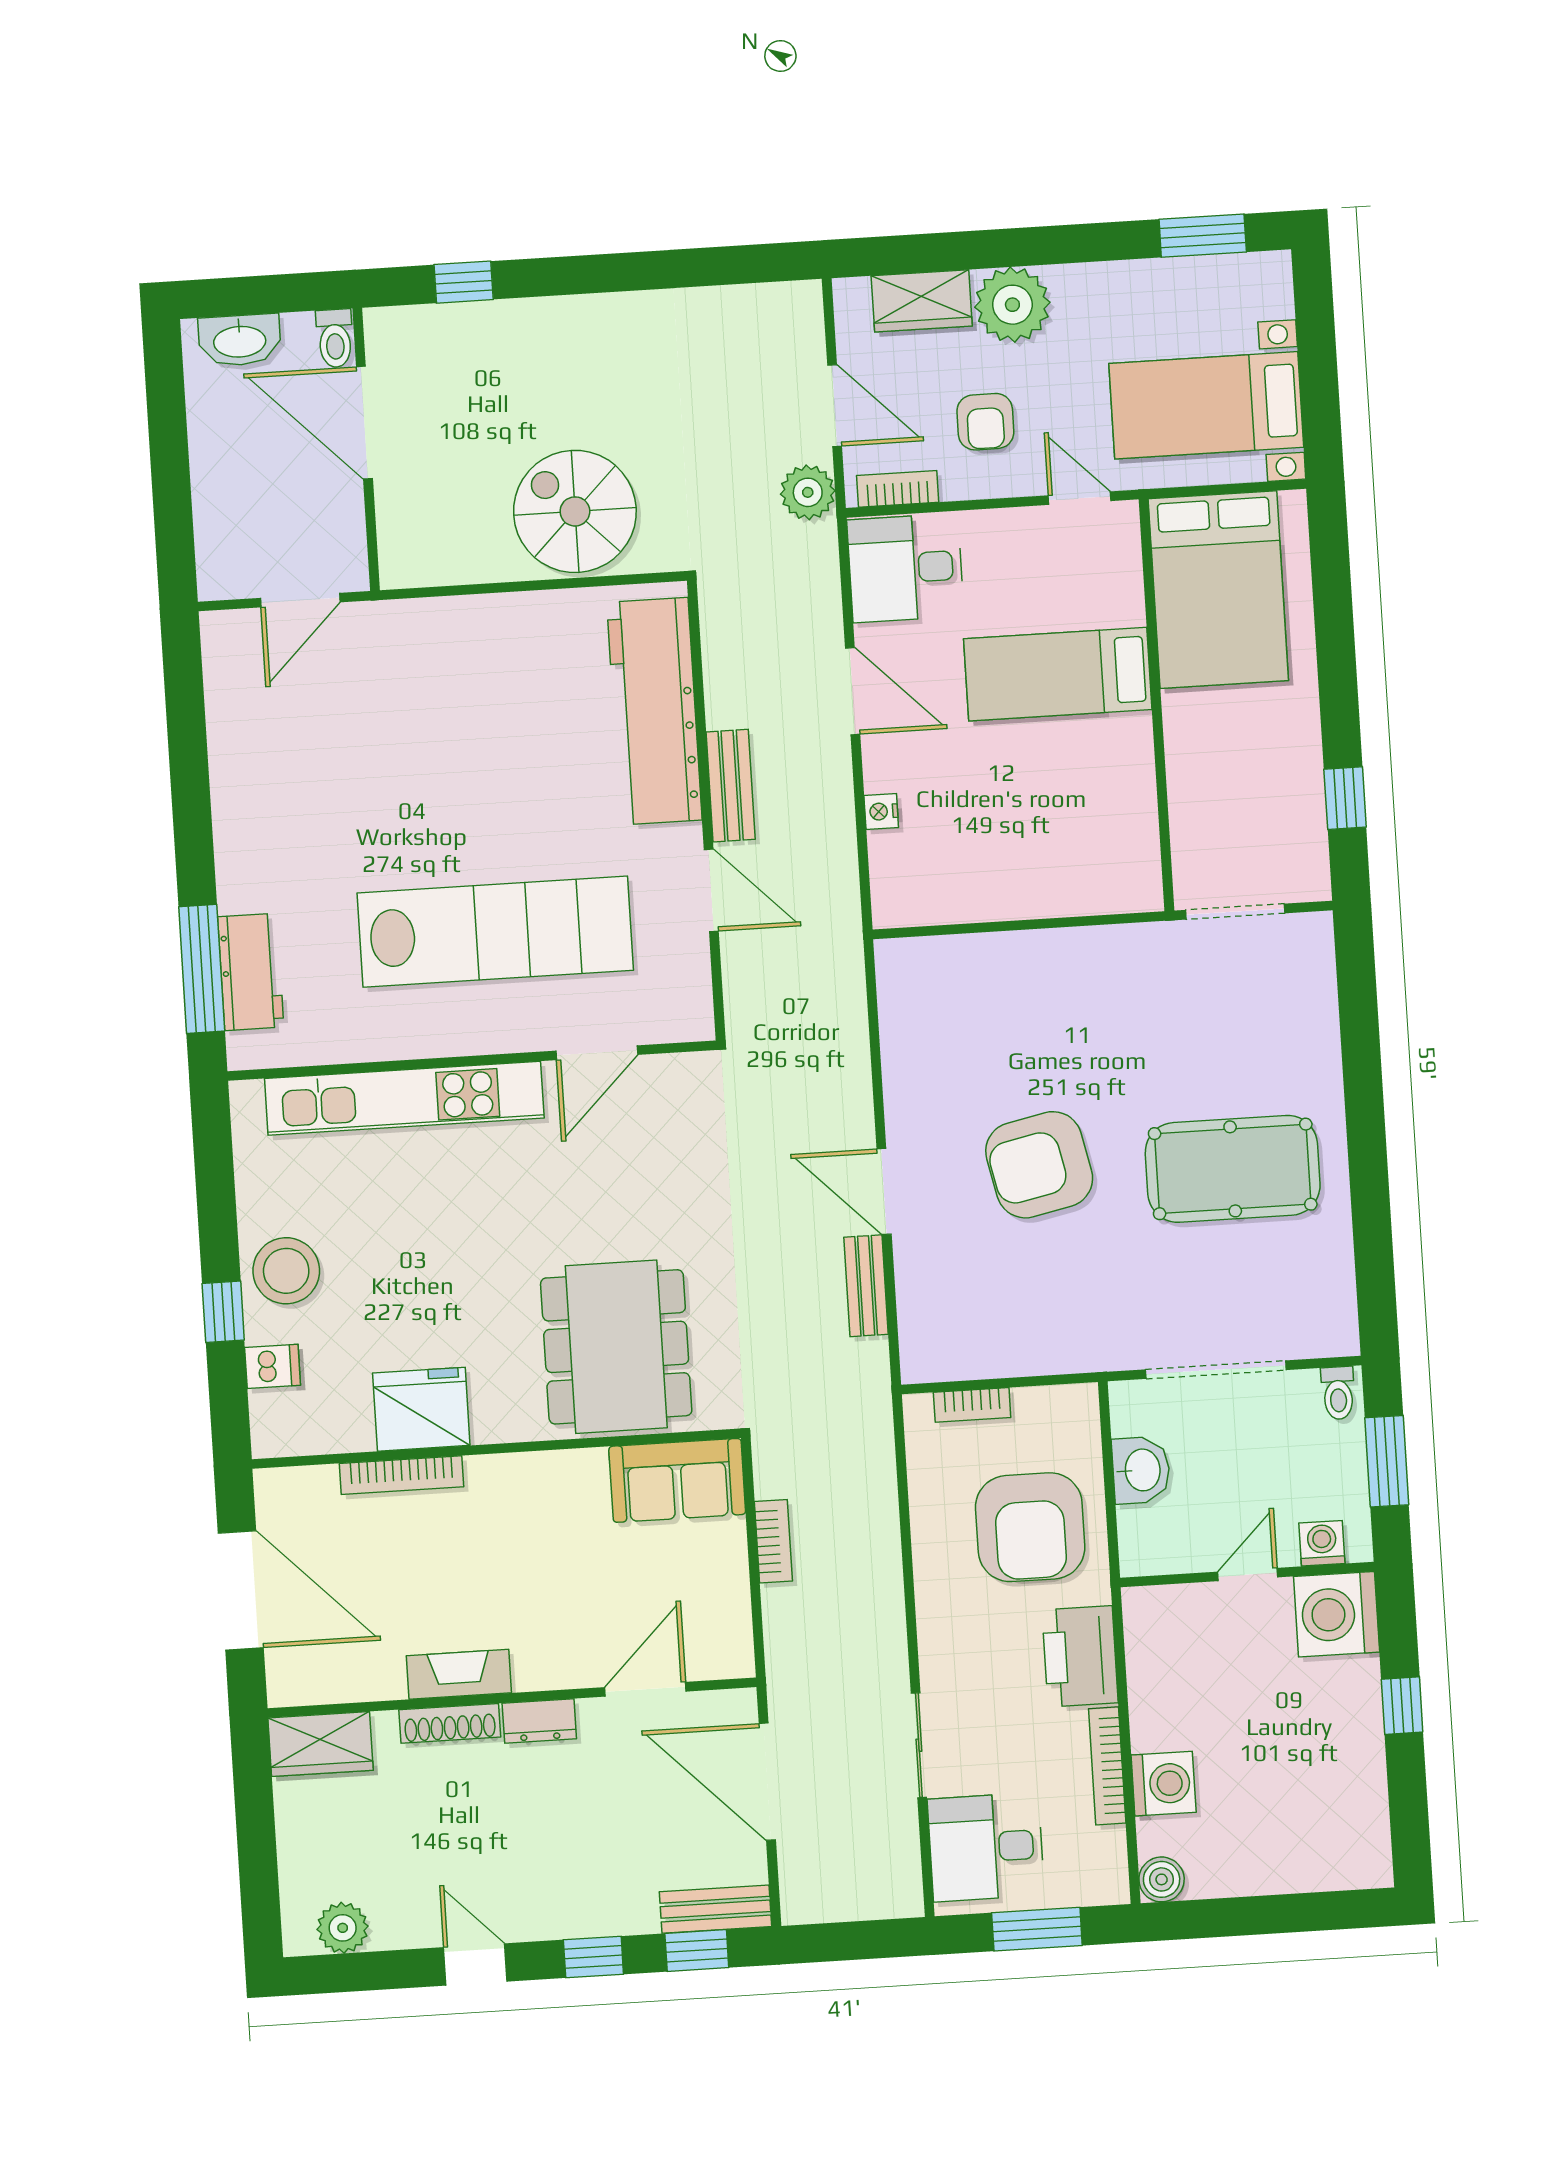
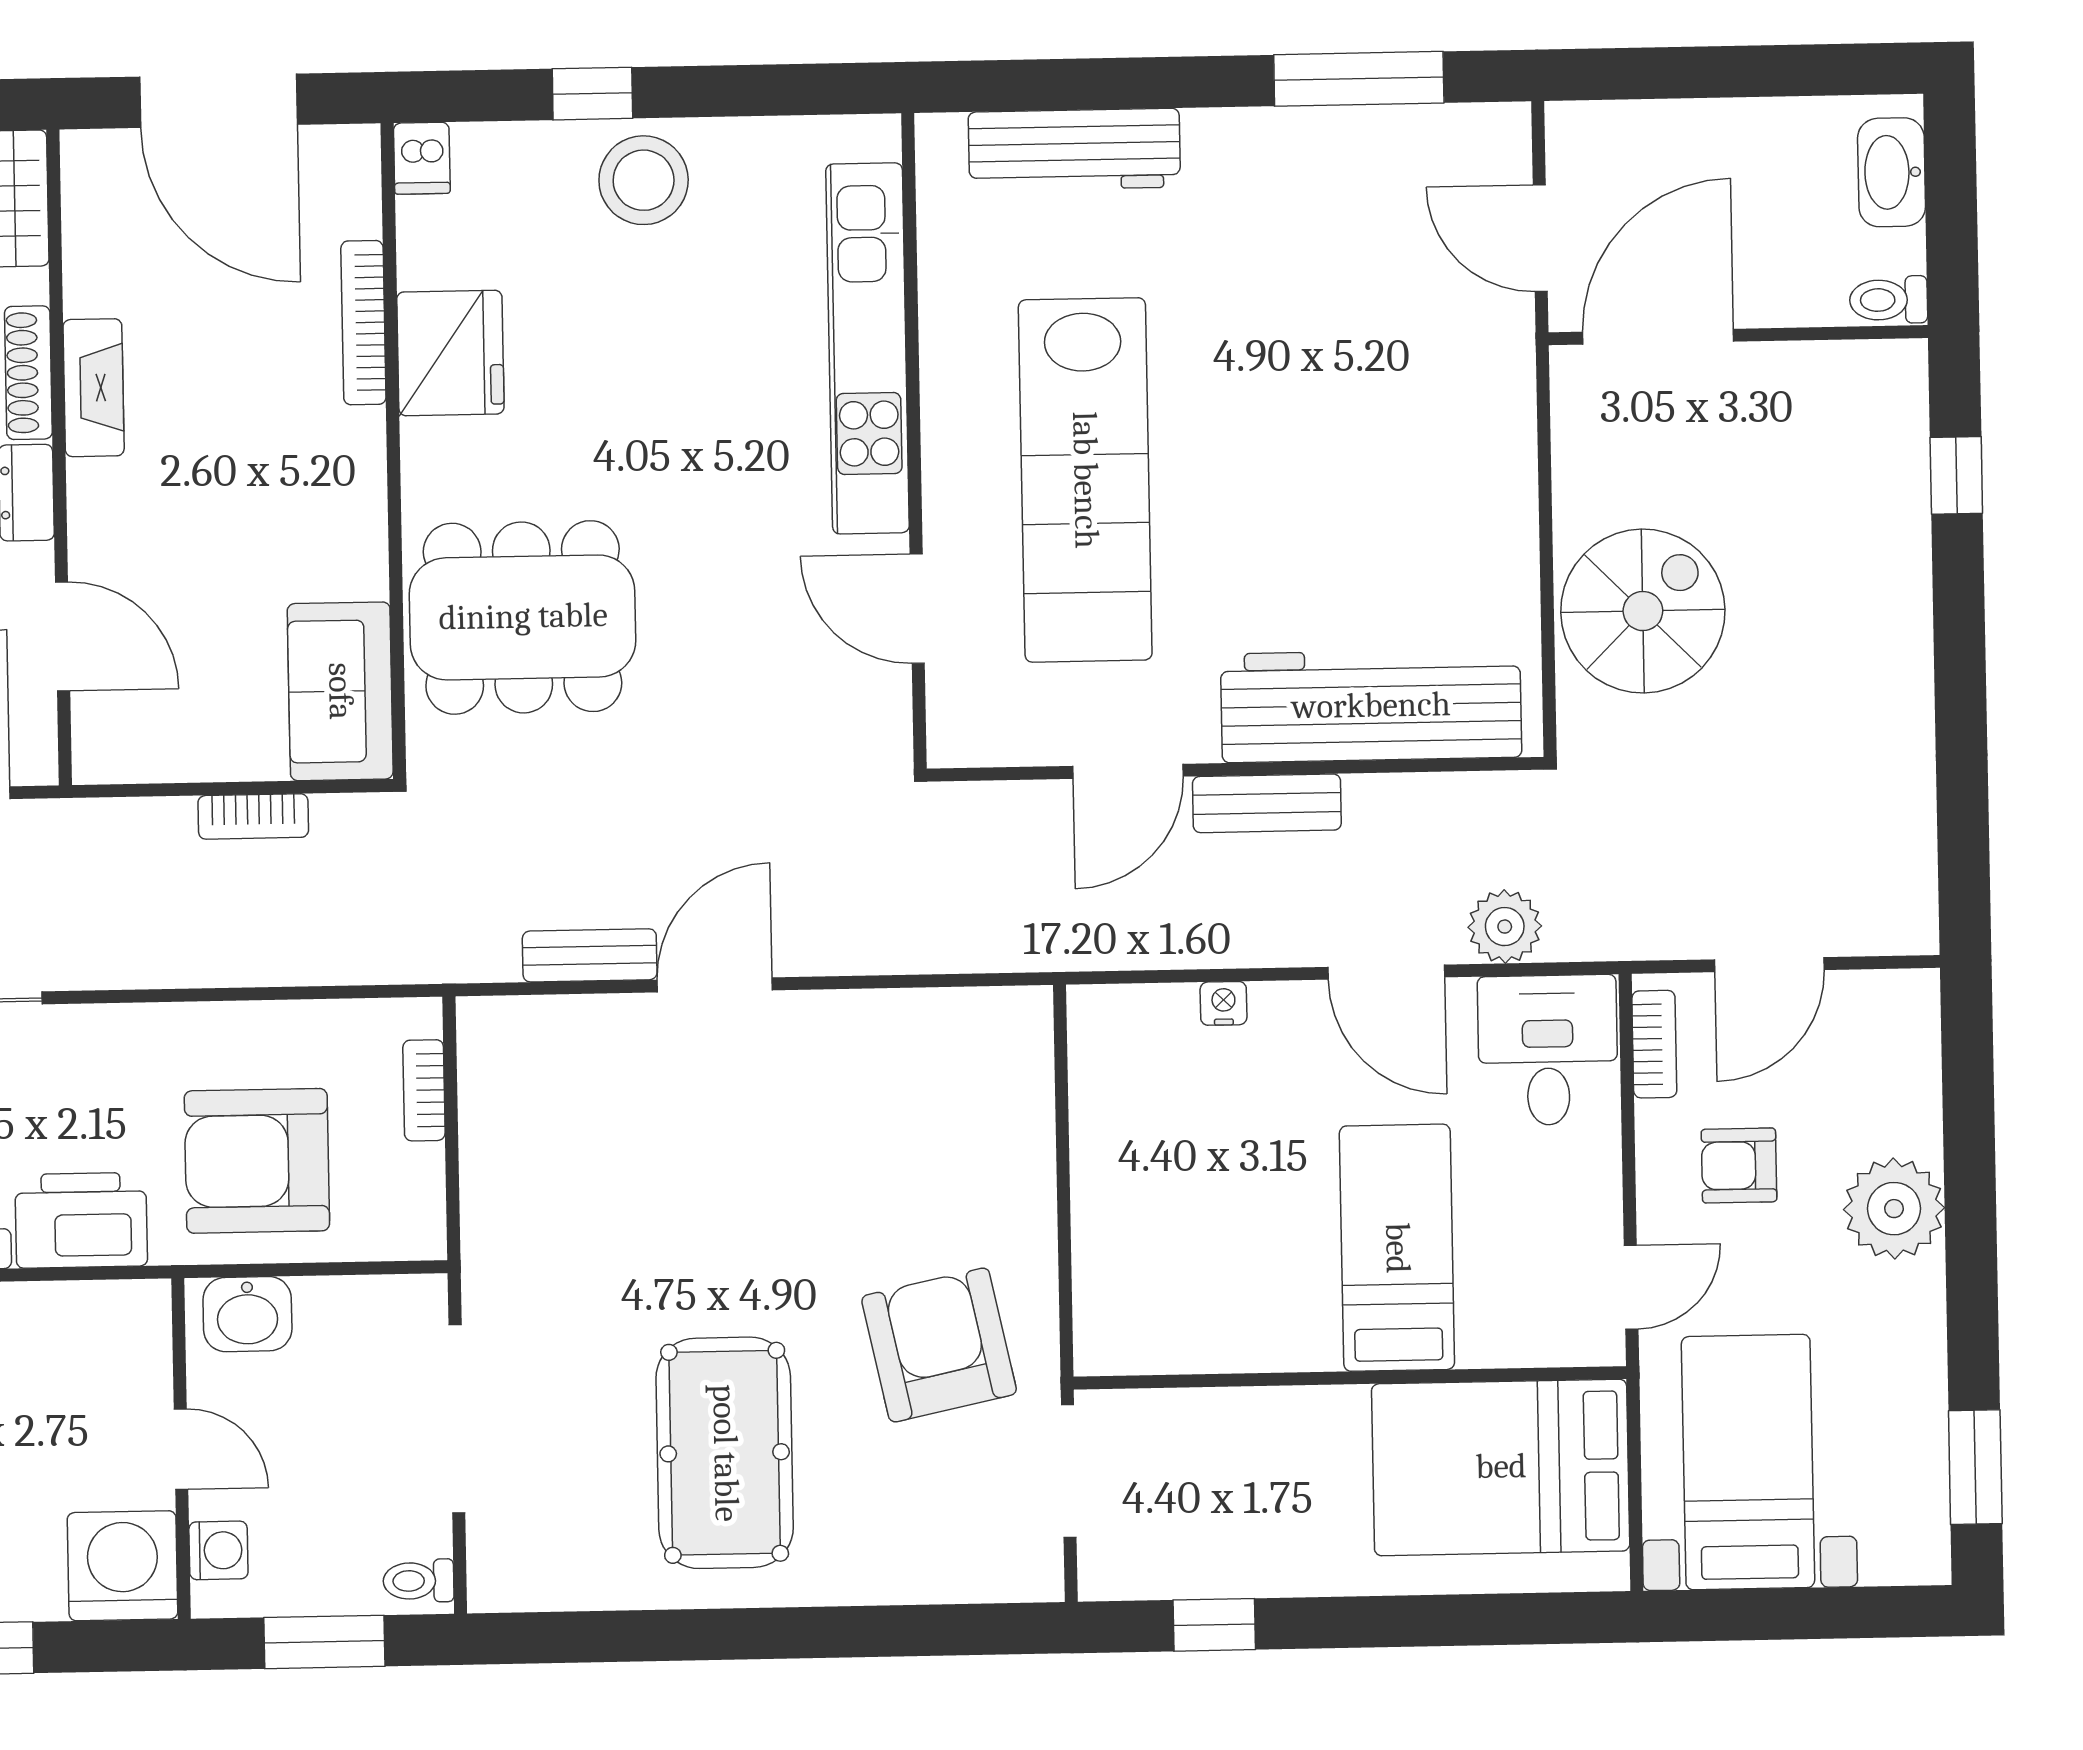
wardrobe: (922, 301) -> (1904, 1087), removed
door: (364, 423) -> (1658, 337), moved
plant: (808, 492) -> (1505, 927), moved
door: (853, 691) -> (1386, 972), hinge flipped
window: (202, 969) -> (1359, 79), moved
workbench: (251, 972) -> (1074, 150), width x1.38
armchair: (1039, 1165) -> (939, 1345), moved
dishwasher: (273, 1366) -> (422, 158), moved
washbasin: (1141, 1470) -> (247, 1314), moved
door: (241, 1590) -> (219, 101), hinge flipped

